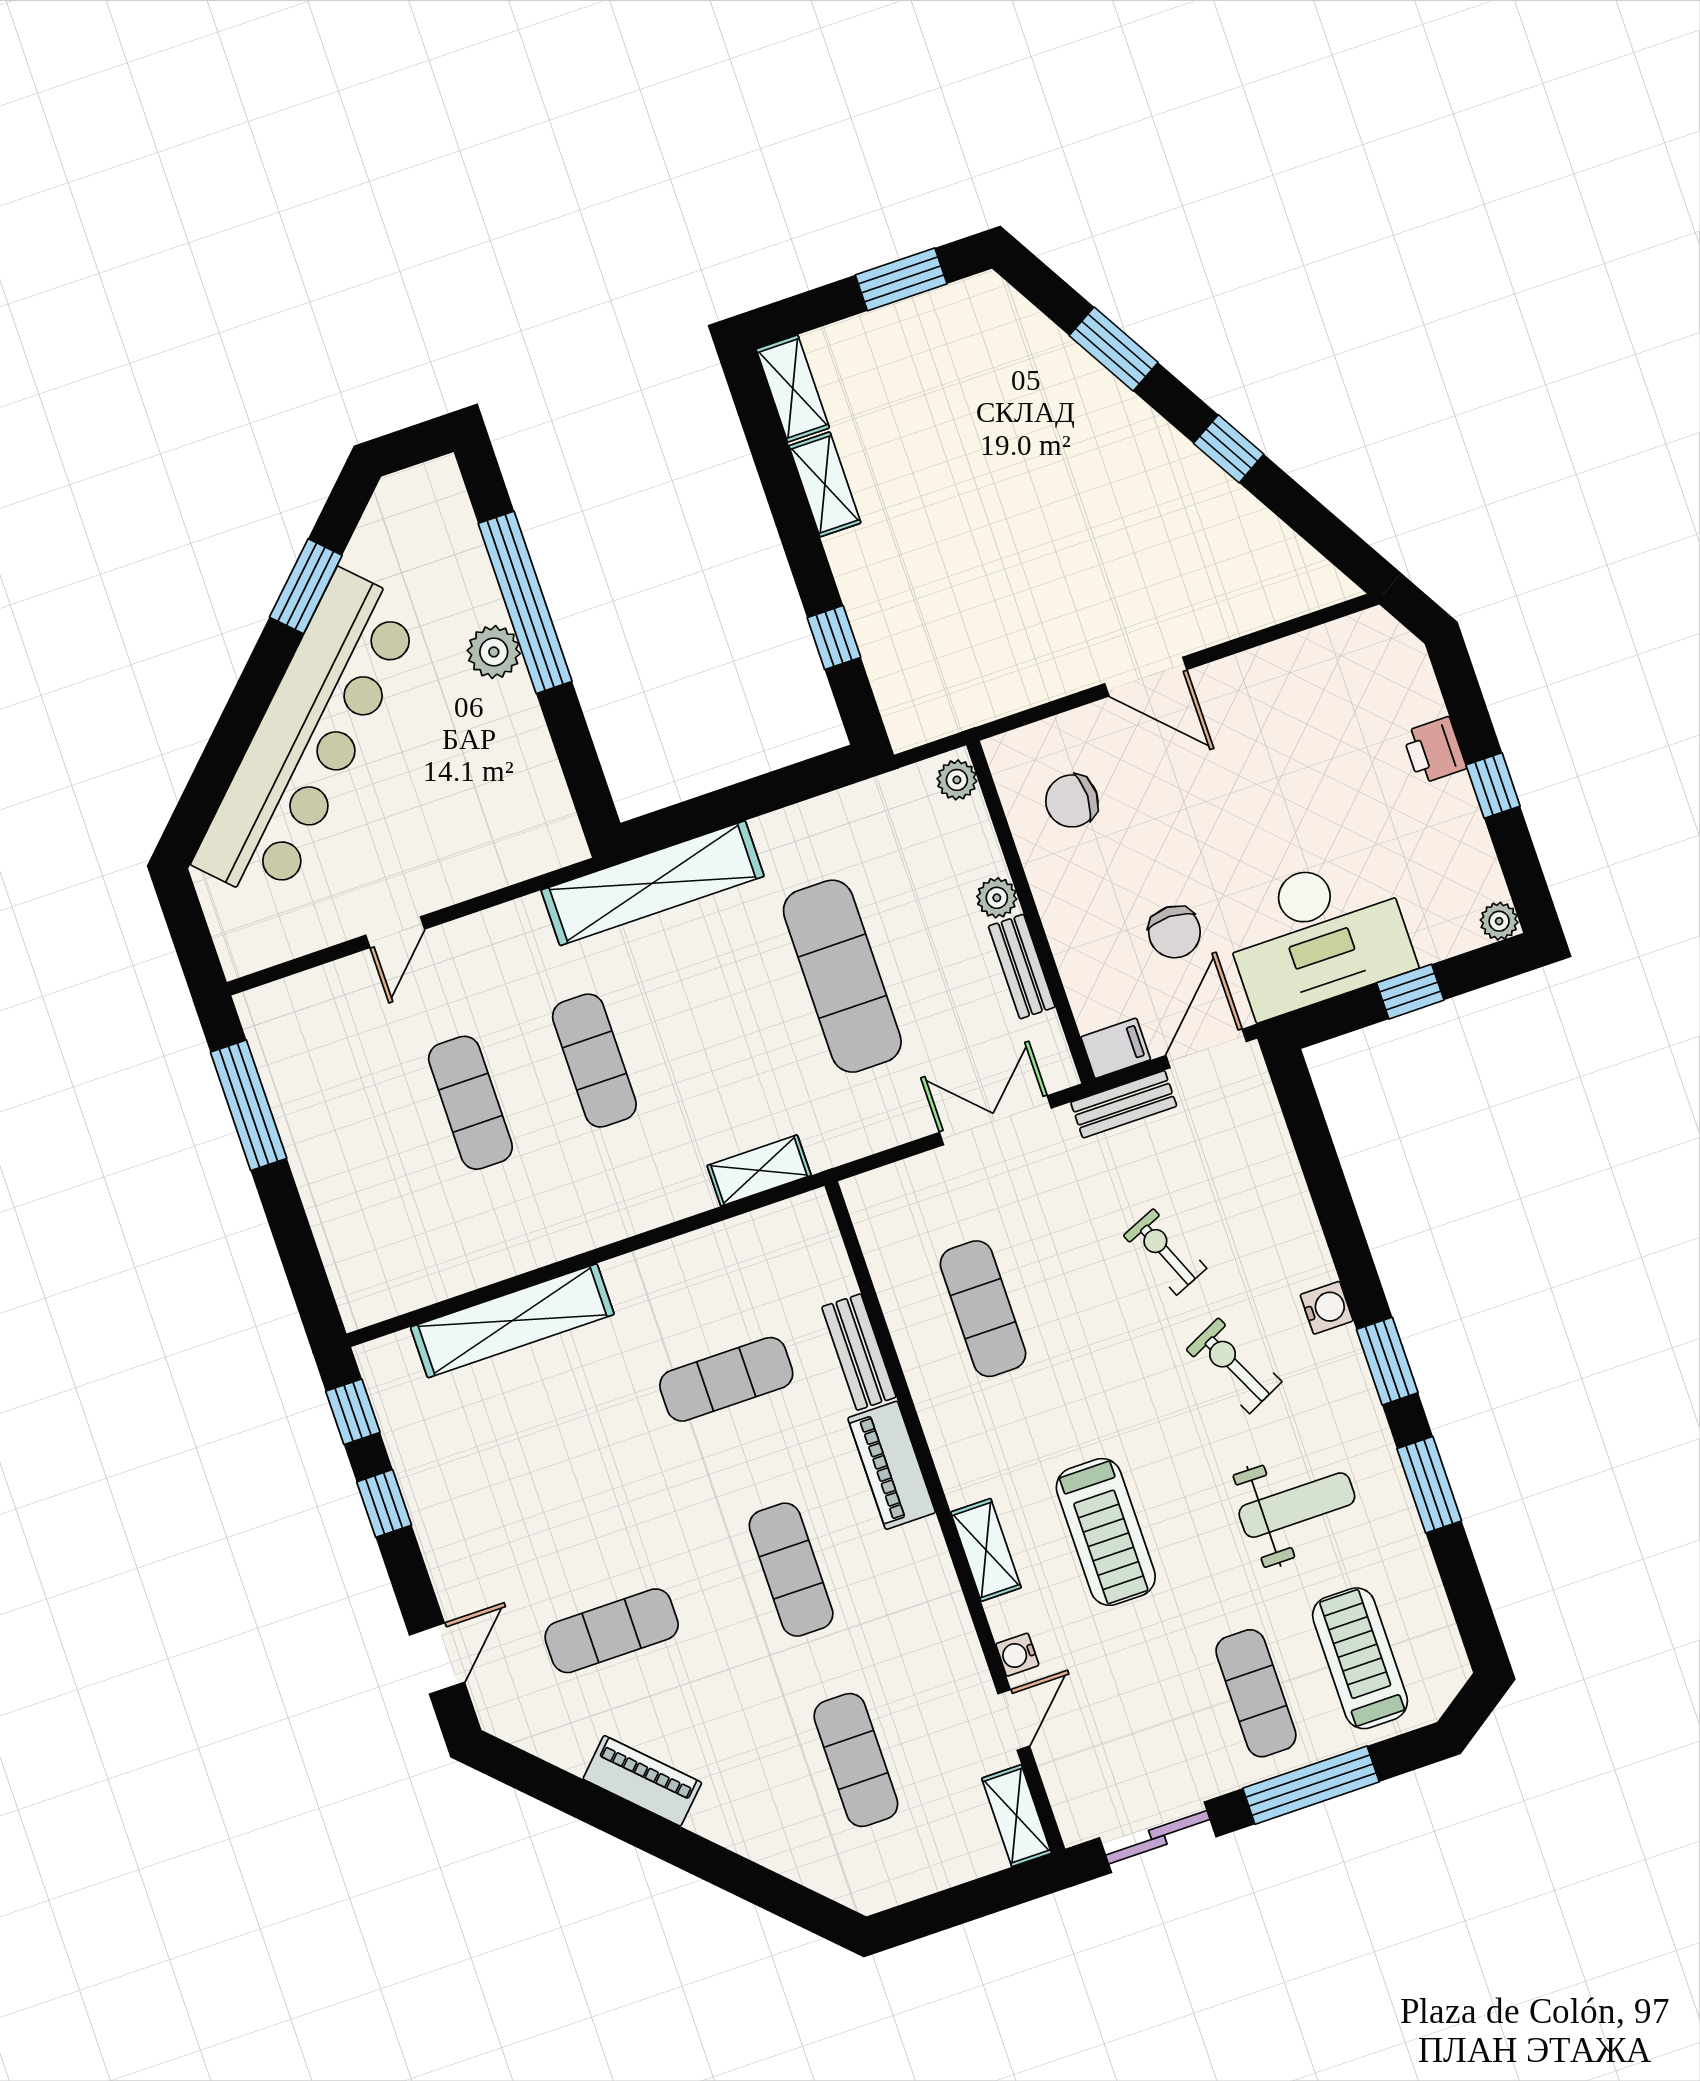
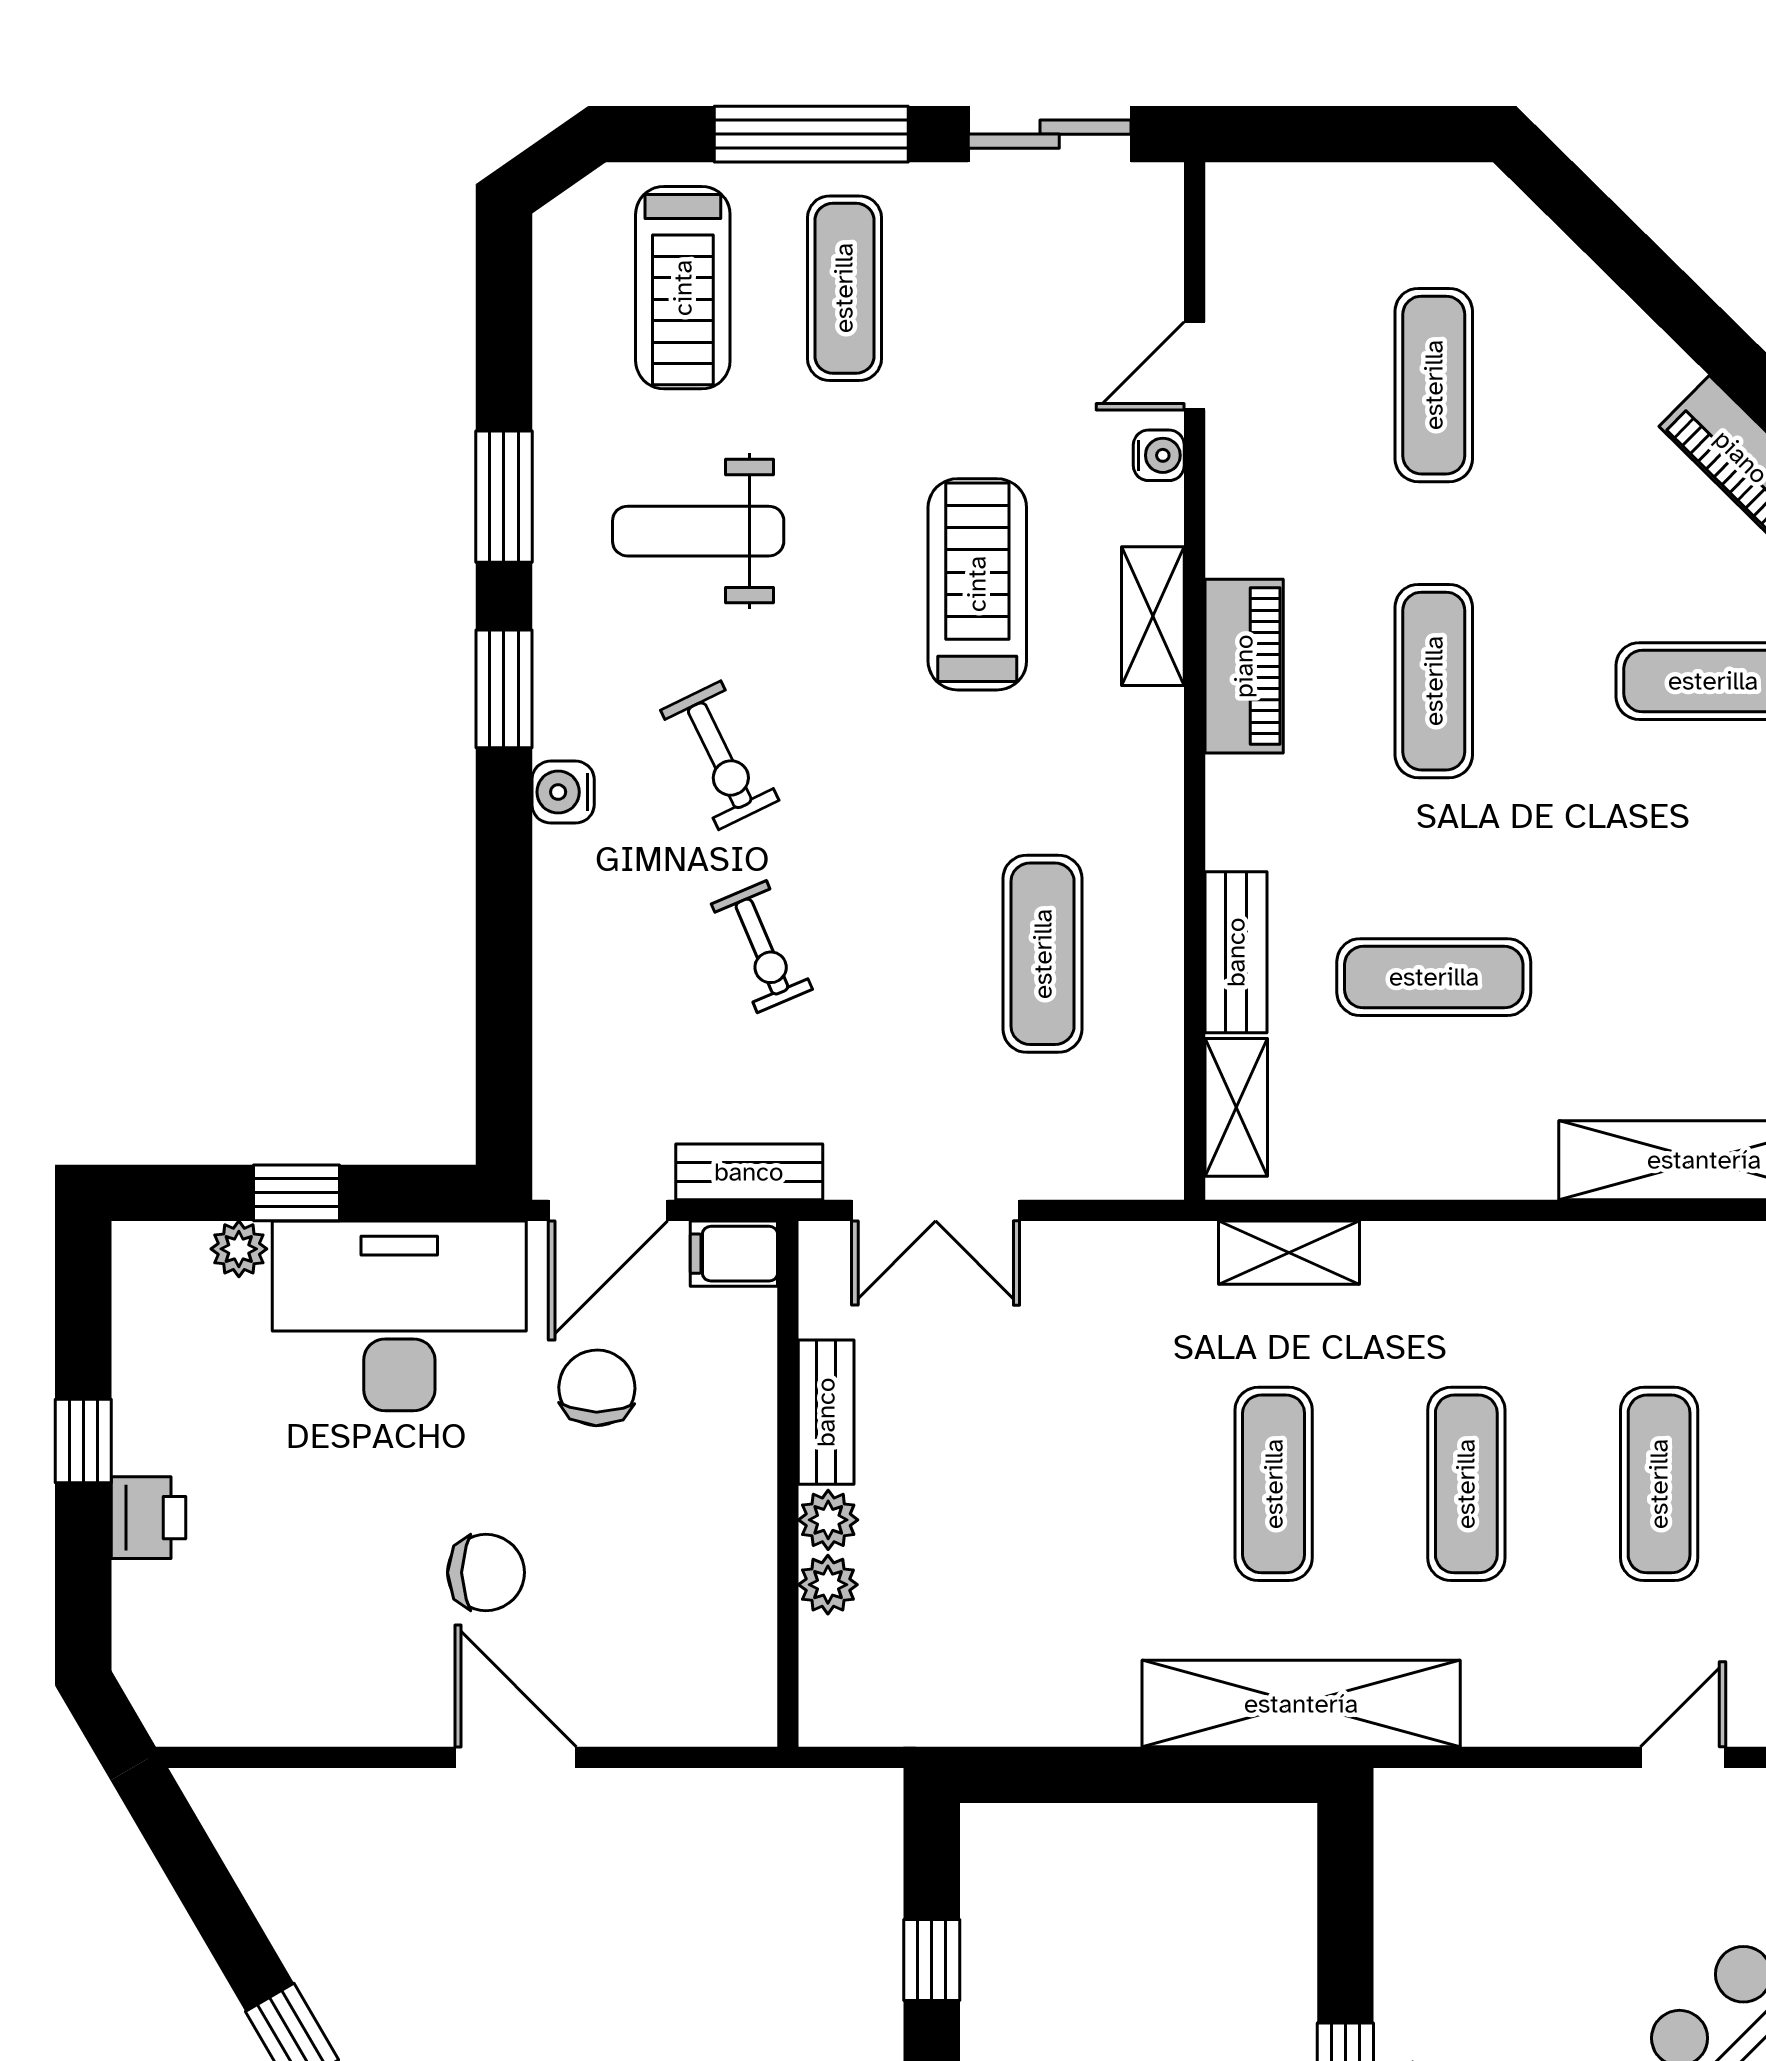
plant: (957, 780) -> (828, 1585), moved
chair: (1072, 801) -> (486, 1573), moved
plant: (1499, 921) -> (239, 1249), moved
exercise mat: (842, 976) -> (1274, 1484), moved, width x0.73, depth x0.69
piano: (892, 1465) -> (1244, 666), moved
shelving: (1017, 1816) -> (1236, 1107), moved

